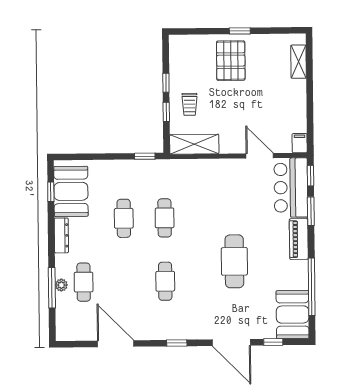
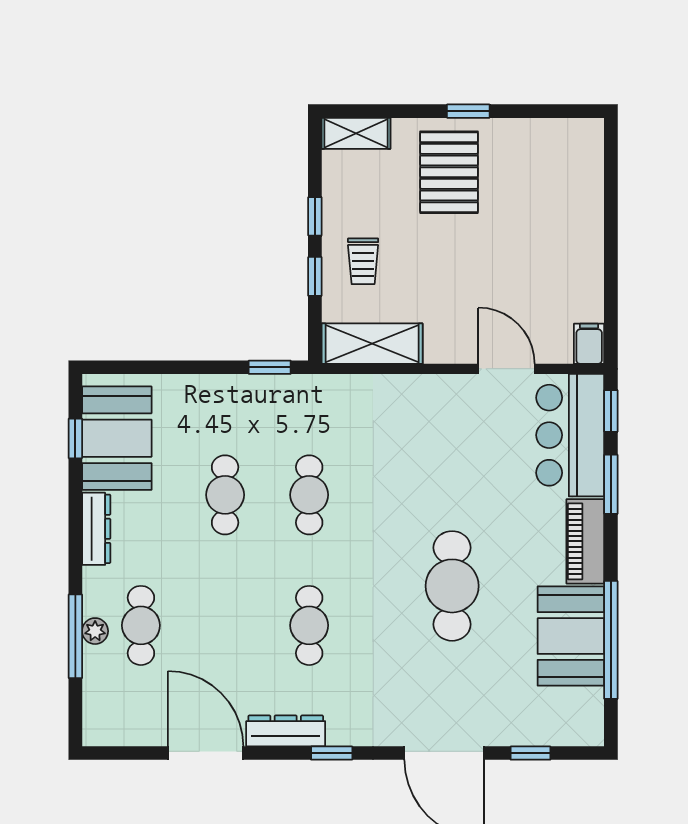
shelving: (299, 62) -> (356, 133), moved, turned 90
booth: (293, 315) -> (571, 636), moved
dresser: (154, 333) -> (286, 731), added

